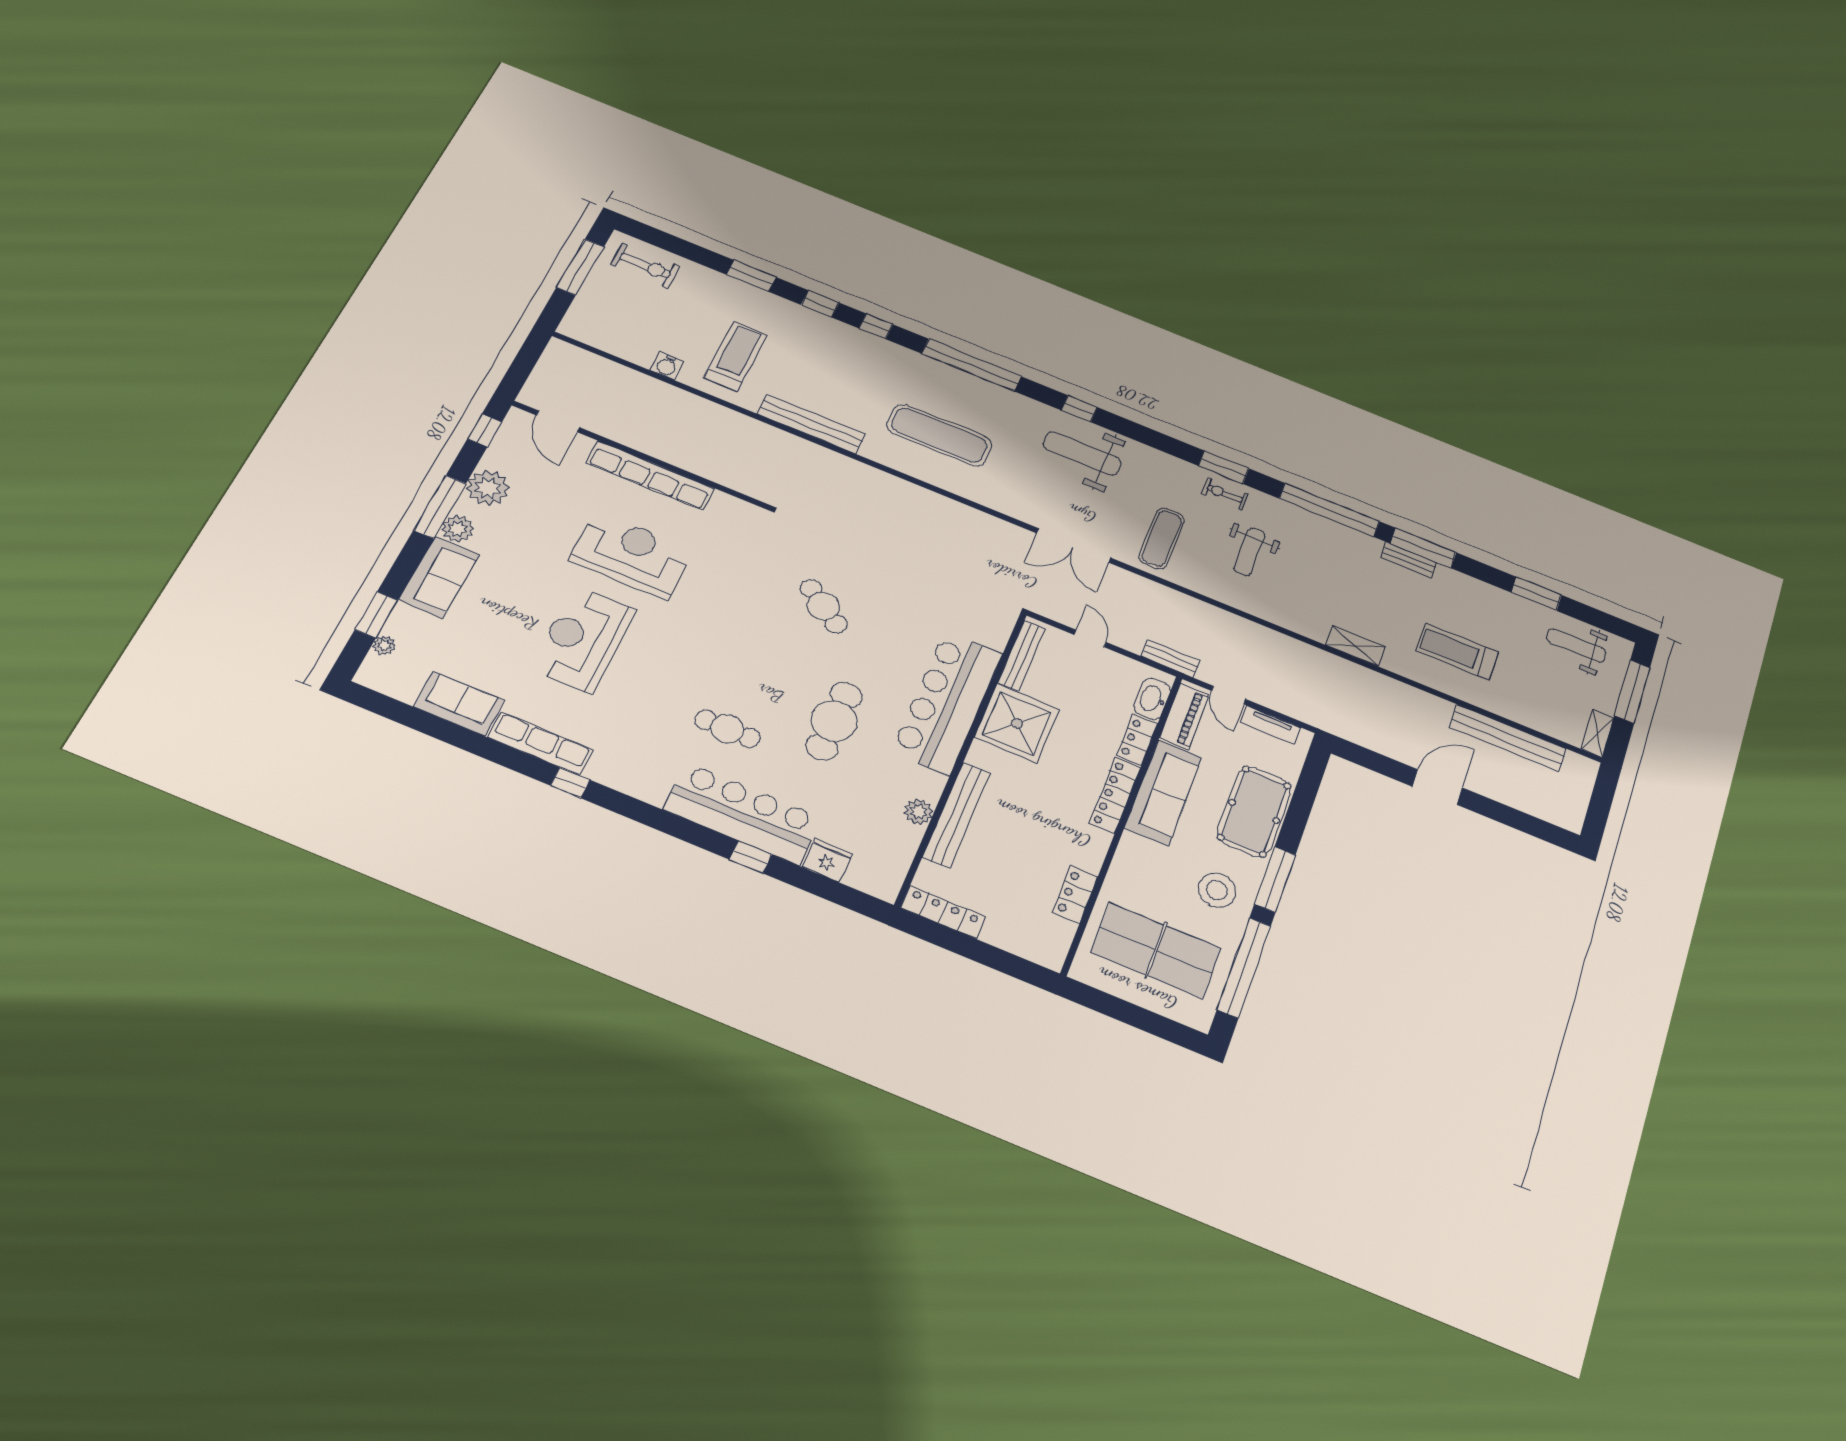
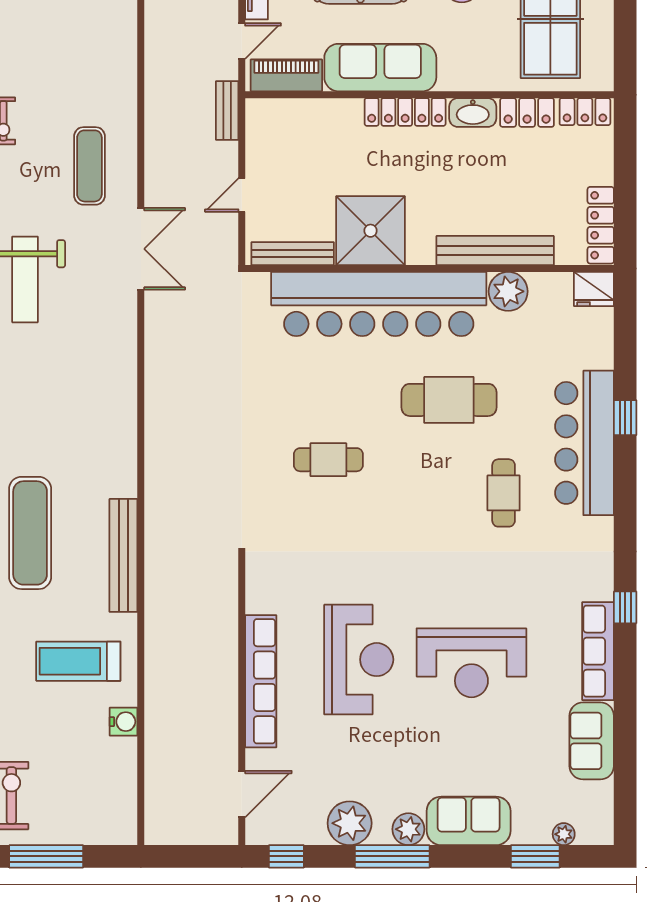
exercise mat: (939, 435) -> (30, 533), moved
exercise mat: (1162, 538) -> (89, 166), turned 90
weight bench: (1249, 552) -> (62, 74), removed
reception desk: (631, 555) -> (359, 660), turned 180
cafe table: (823, 606) -> (328, 460), turned 54
washbasin: (1152, 699) -> (473, 112), moved
bar counter: (947, 702) -> (379, 304), width x1.36
locker: (1137, 740) -> (585, 112), moved
plant: (918, 812) -> (508, 291), width x1.36, depth x1.36
fridge: (827, 861) -> (594, 289), moved, turned -90

